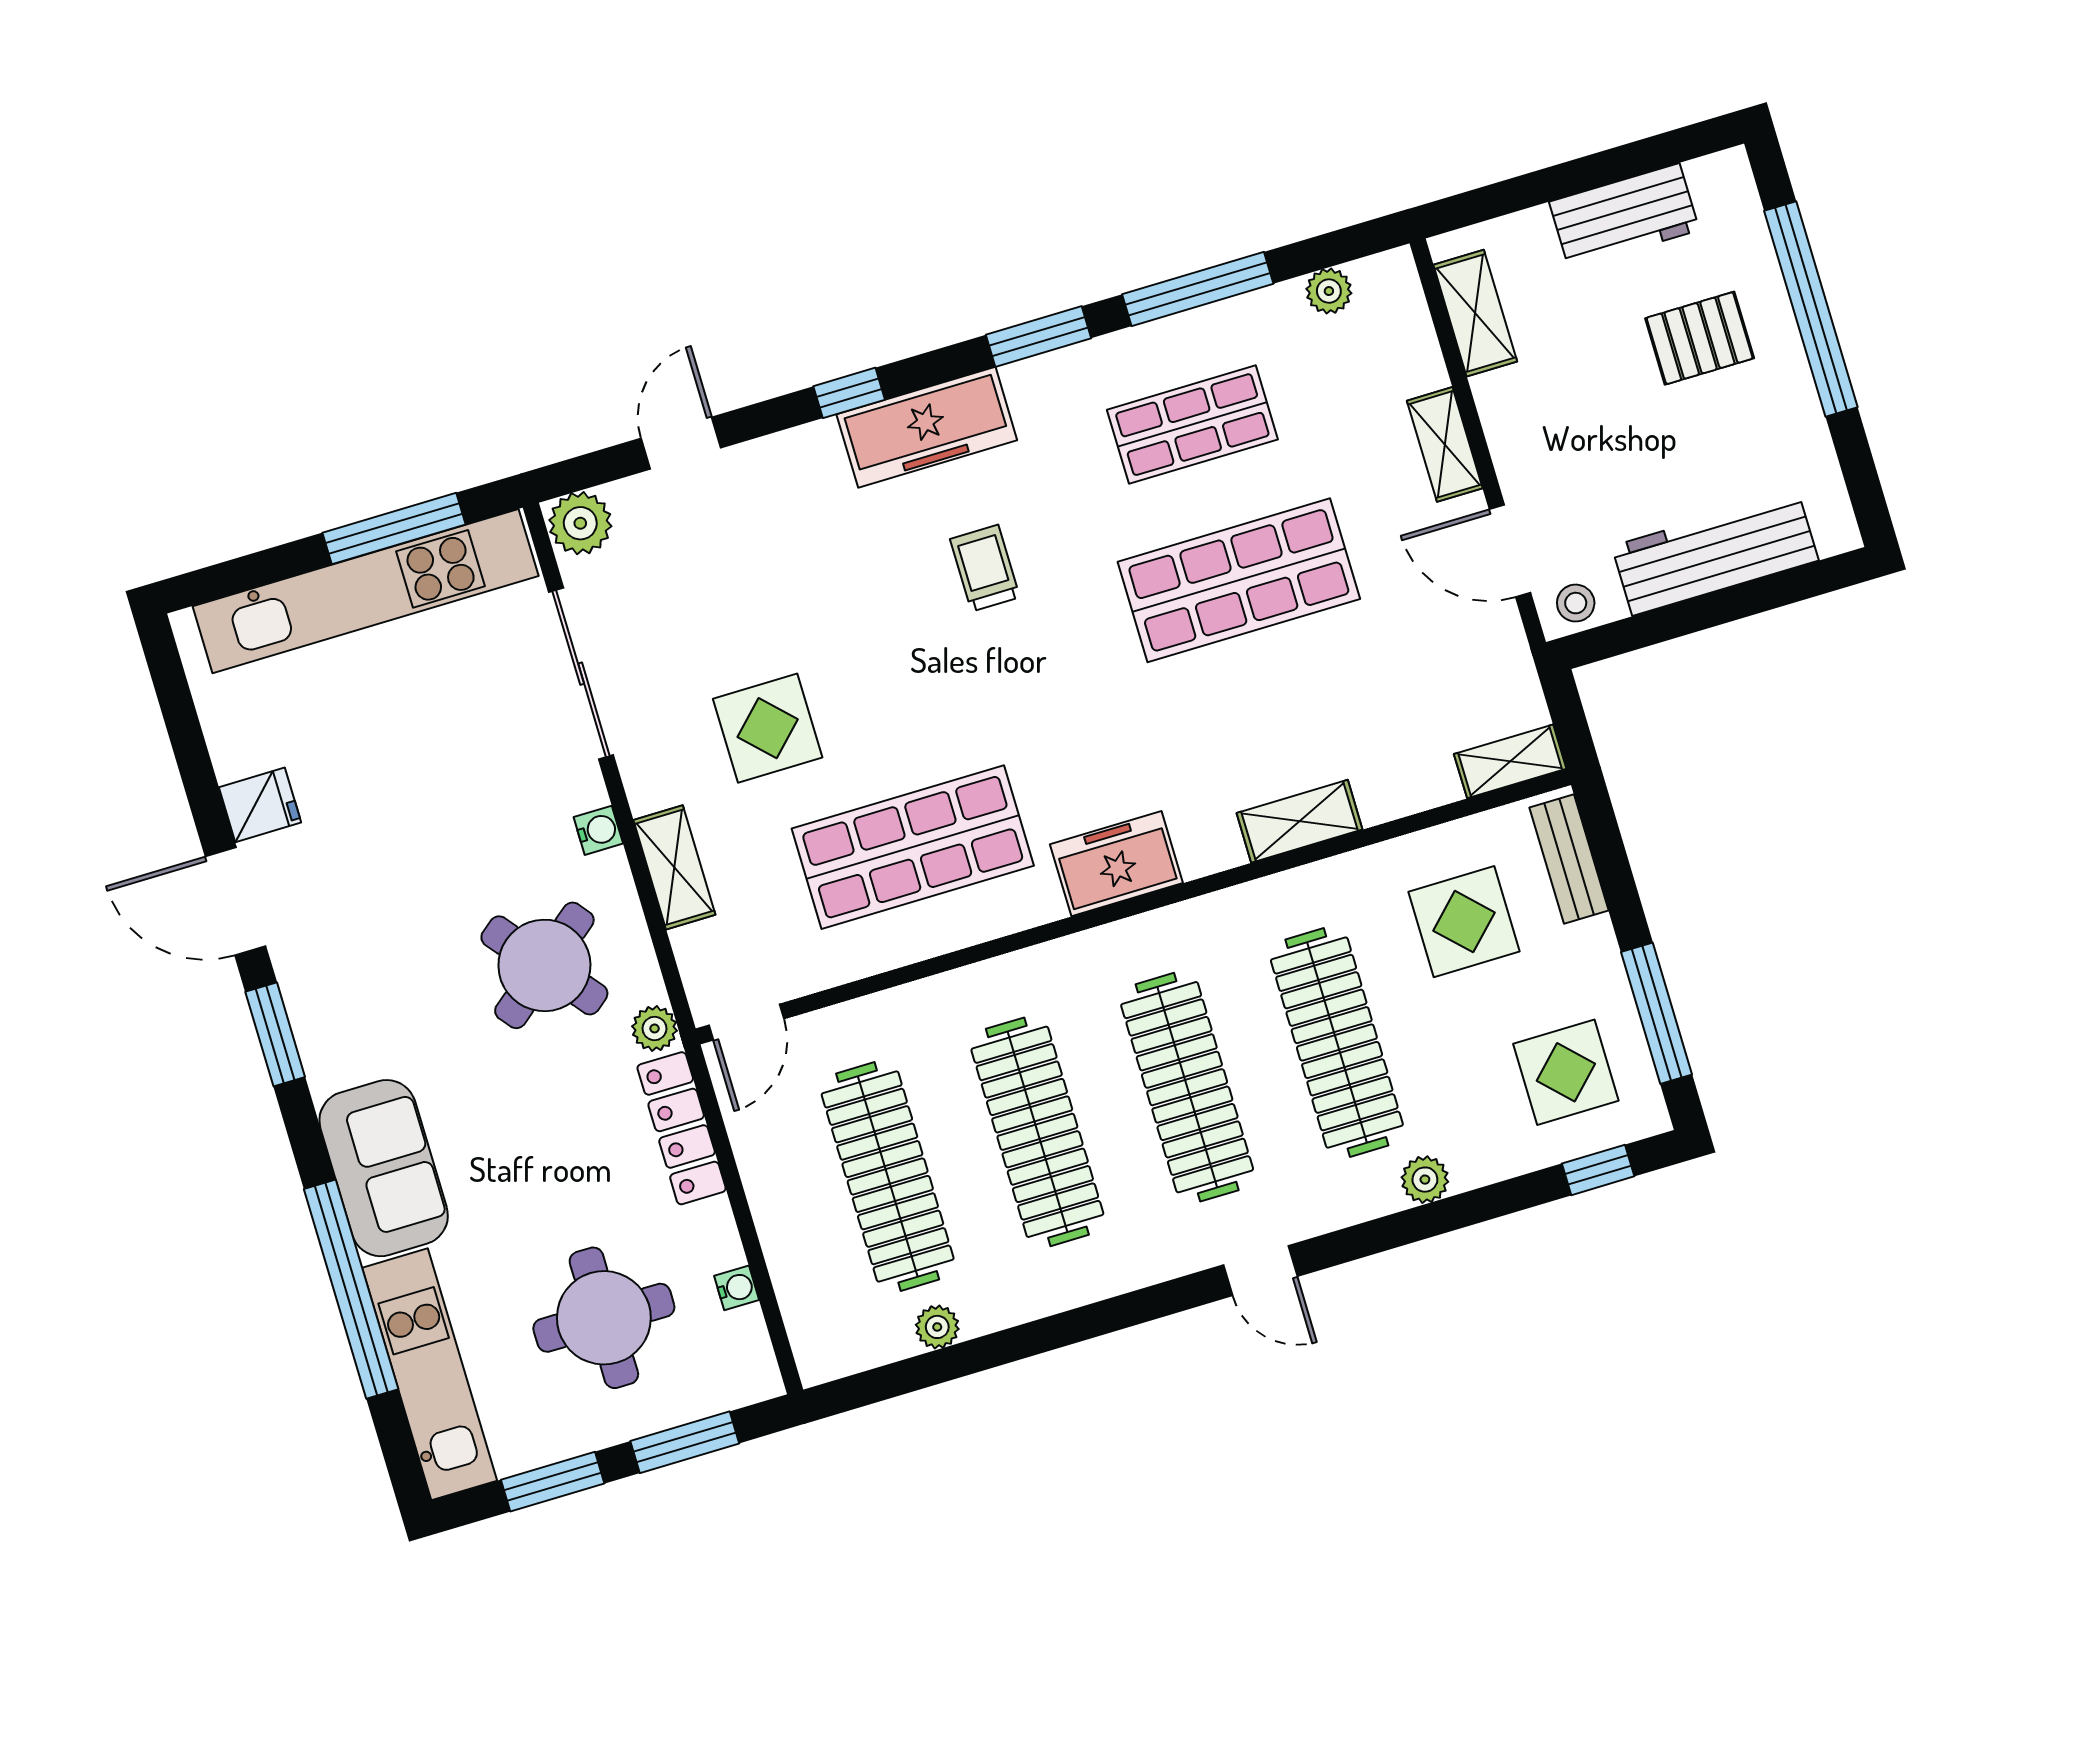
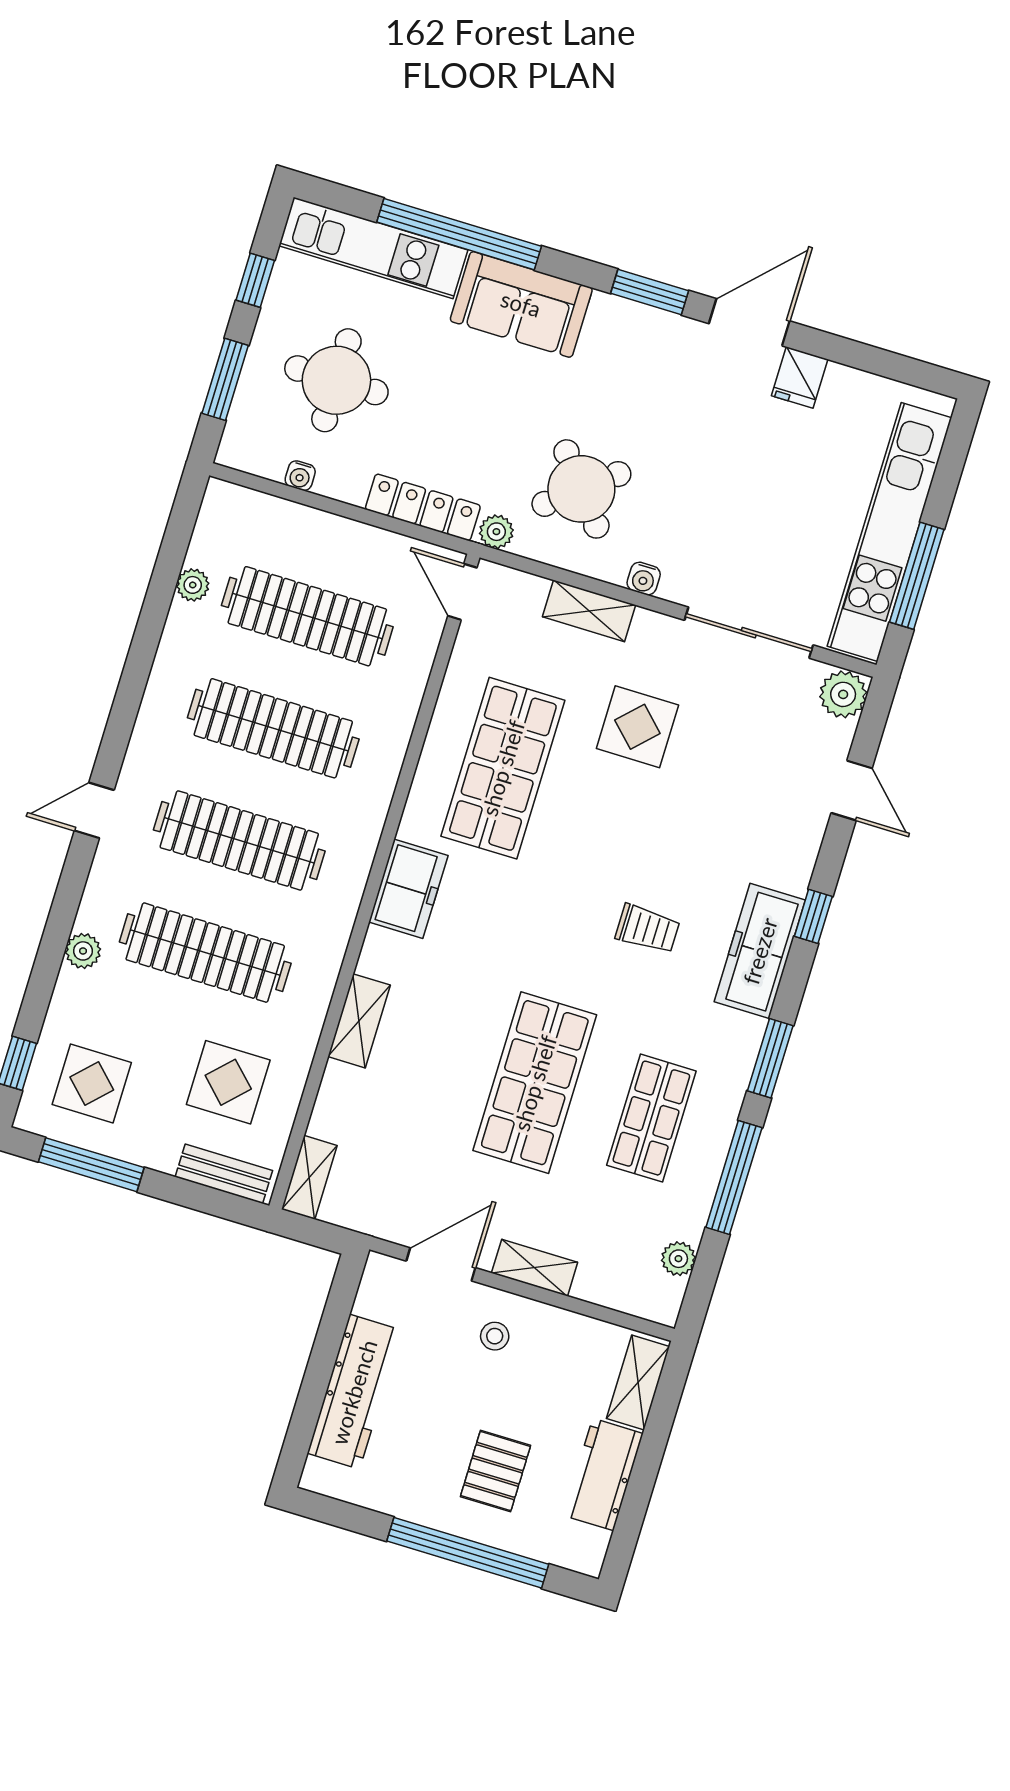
shelving: (1475, 313) -> (638, 1382), moved, turned 90
stool: (1576, 603) -> (495, 1336), moved
window: (553, 1482) -> (255, 280), width x0.67

